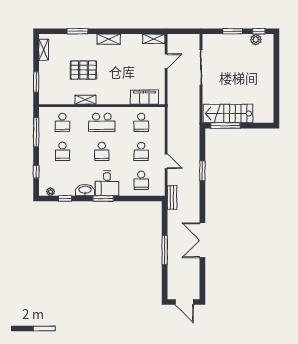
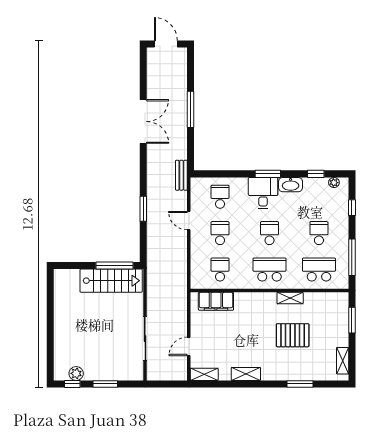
shelving: (109, 39) -> (246, 374), moved
school desk: (62, 122) -> (319, 270), width x1.85

